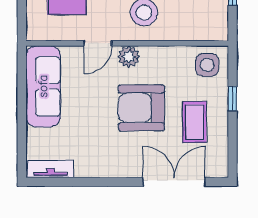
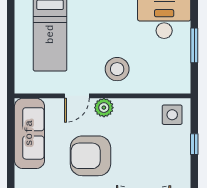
armchair: (141, 108) -> (90, 156), moved
coffee table: (194, 122) -> (161, 164), removed

